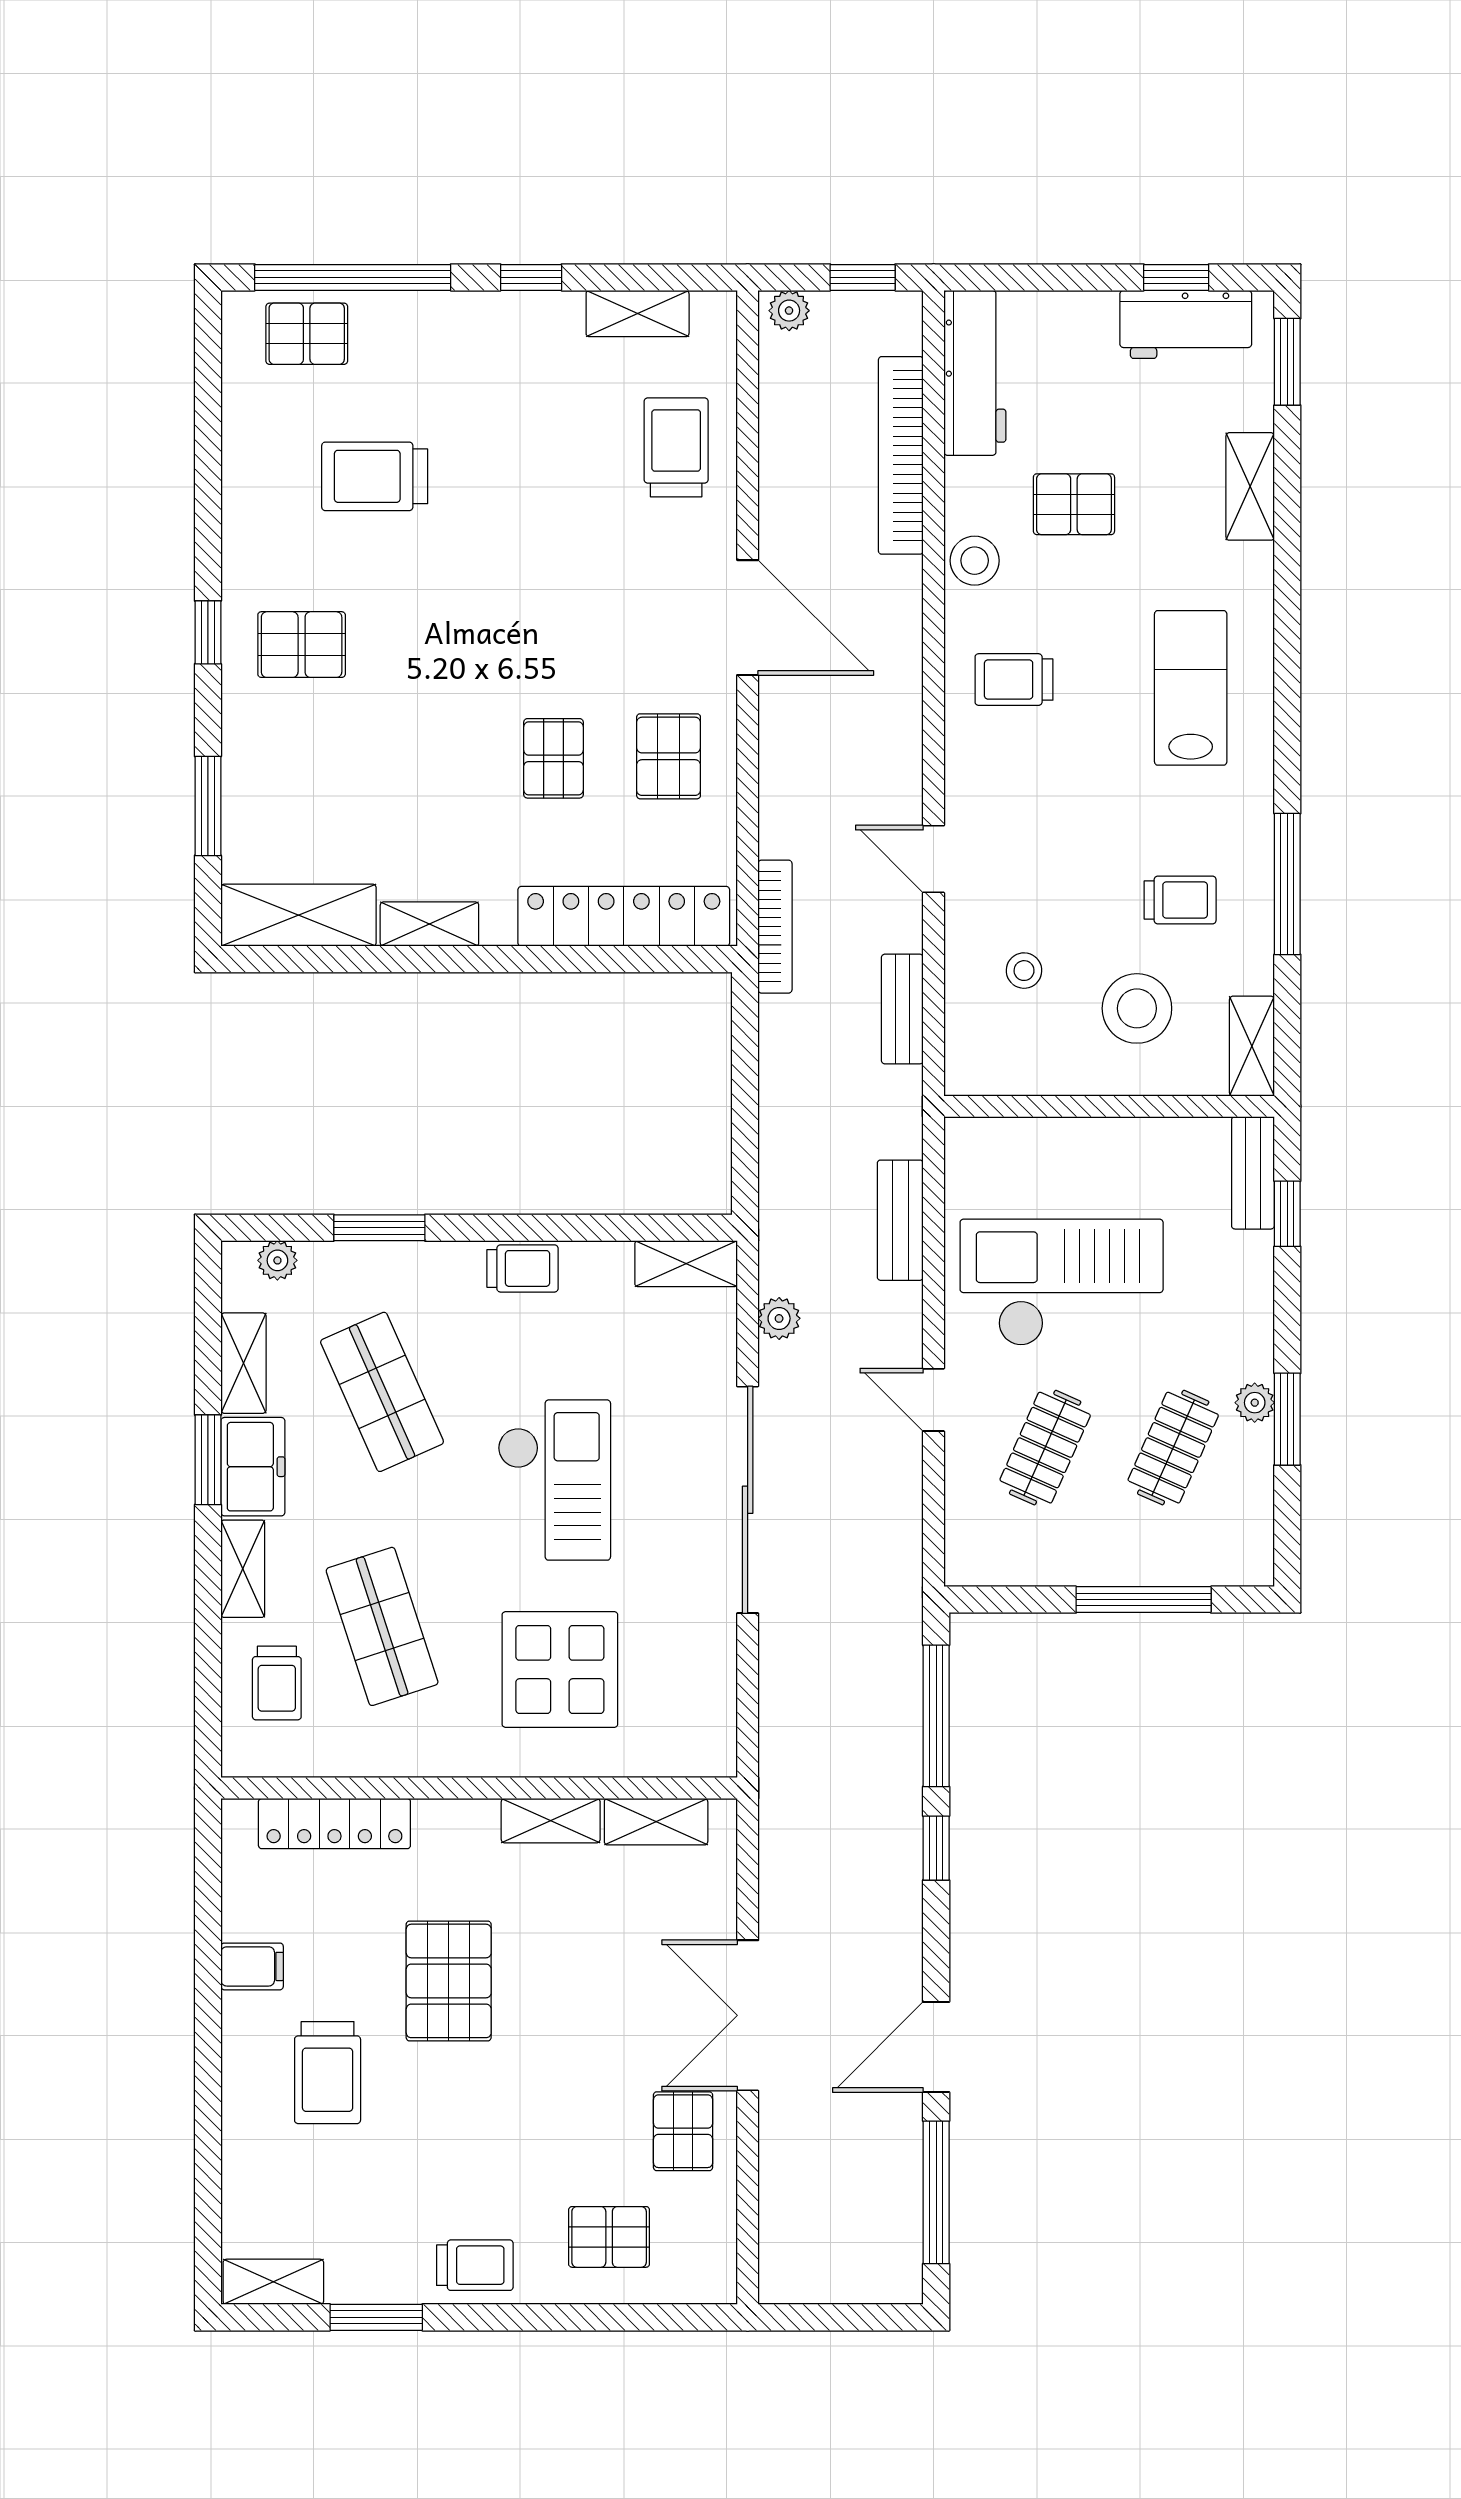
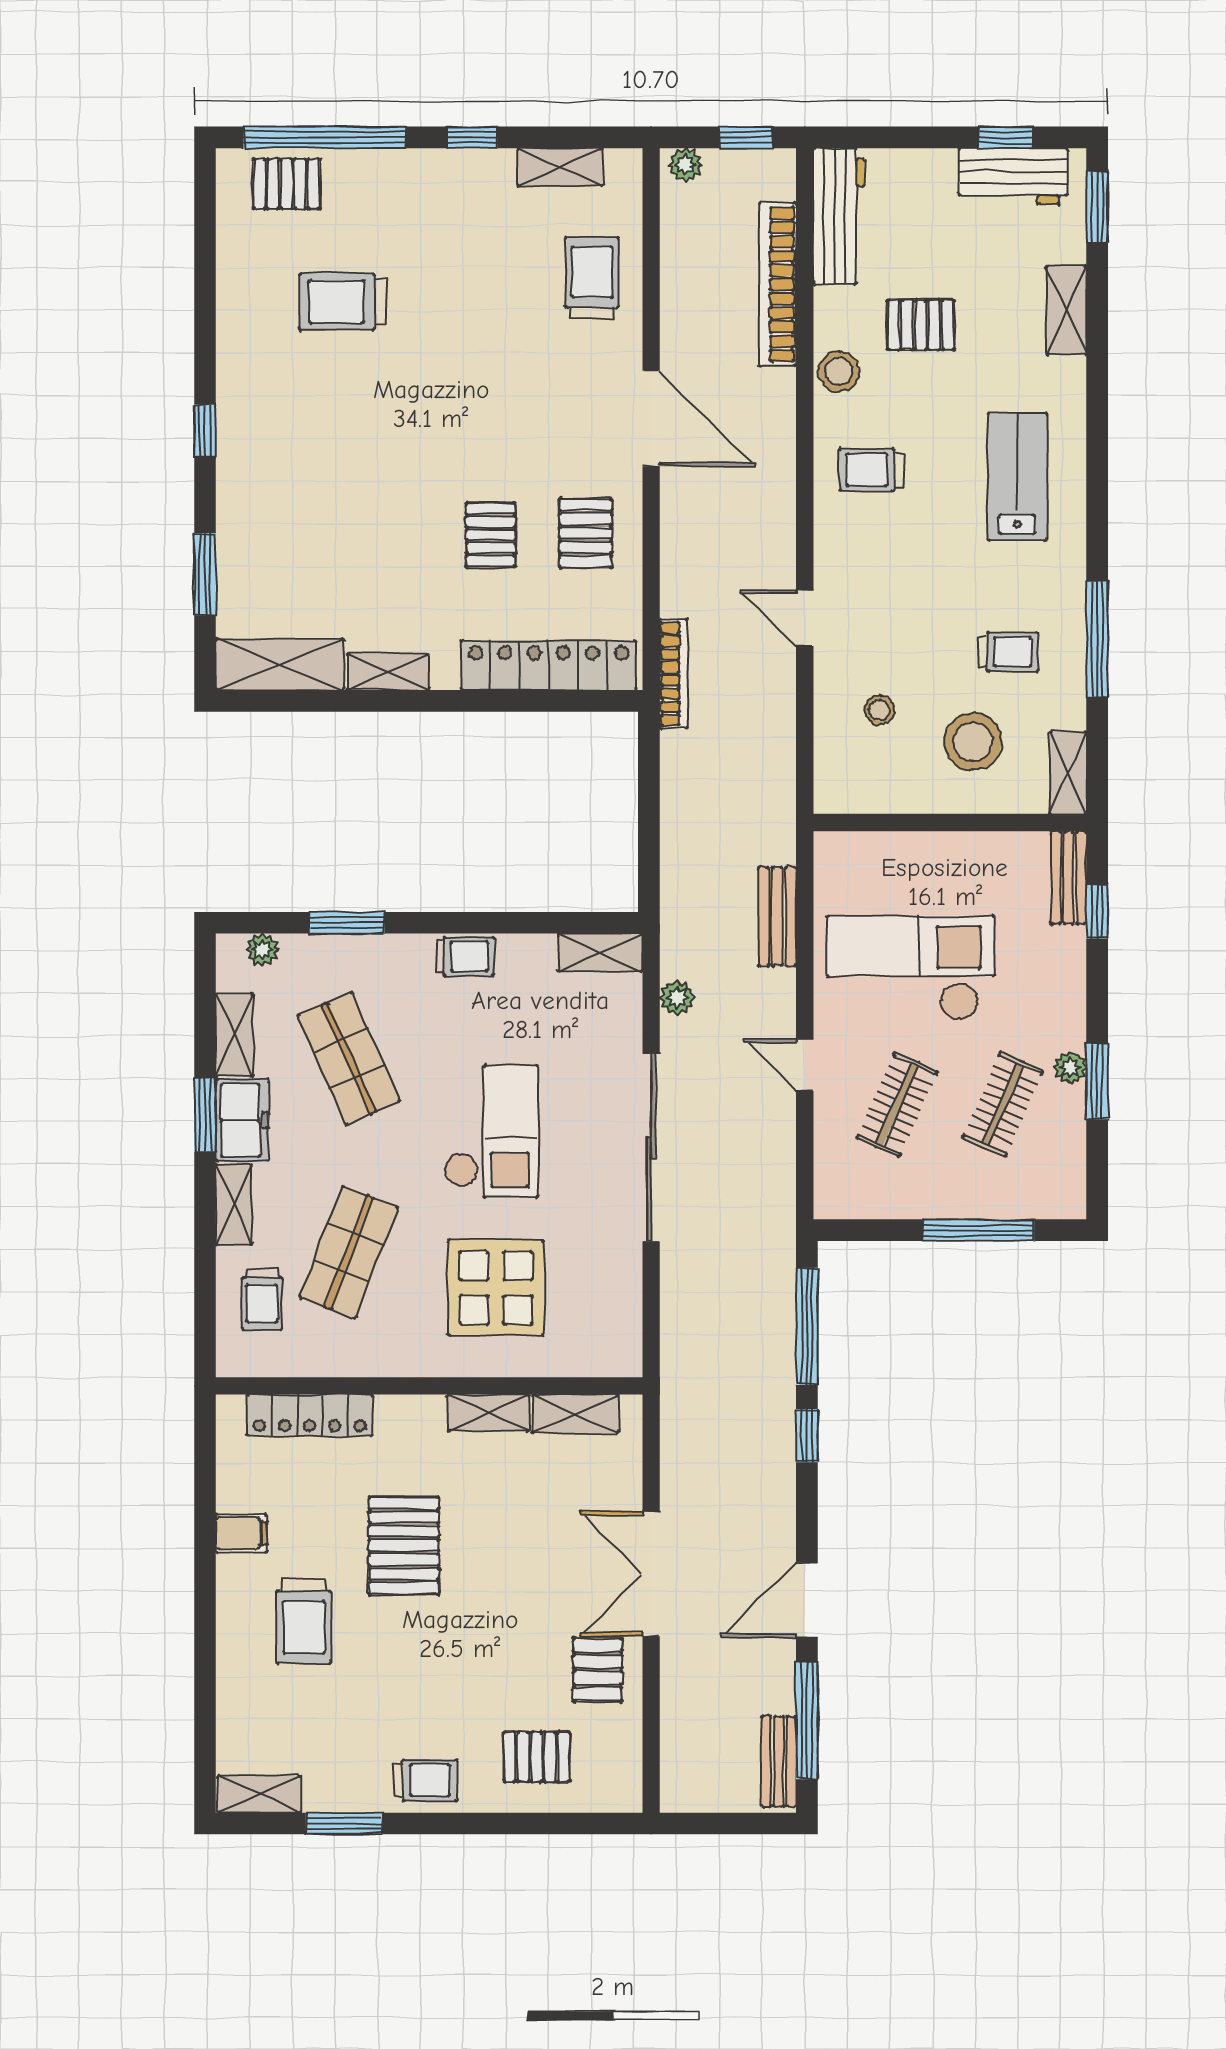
pallet: (302, 645) -> (282, 441), removed
bench: (902, 1009) -> (779, 1761), moved
shop shelf: (382, 1626) -> (349, 1252), turned 39

